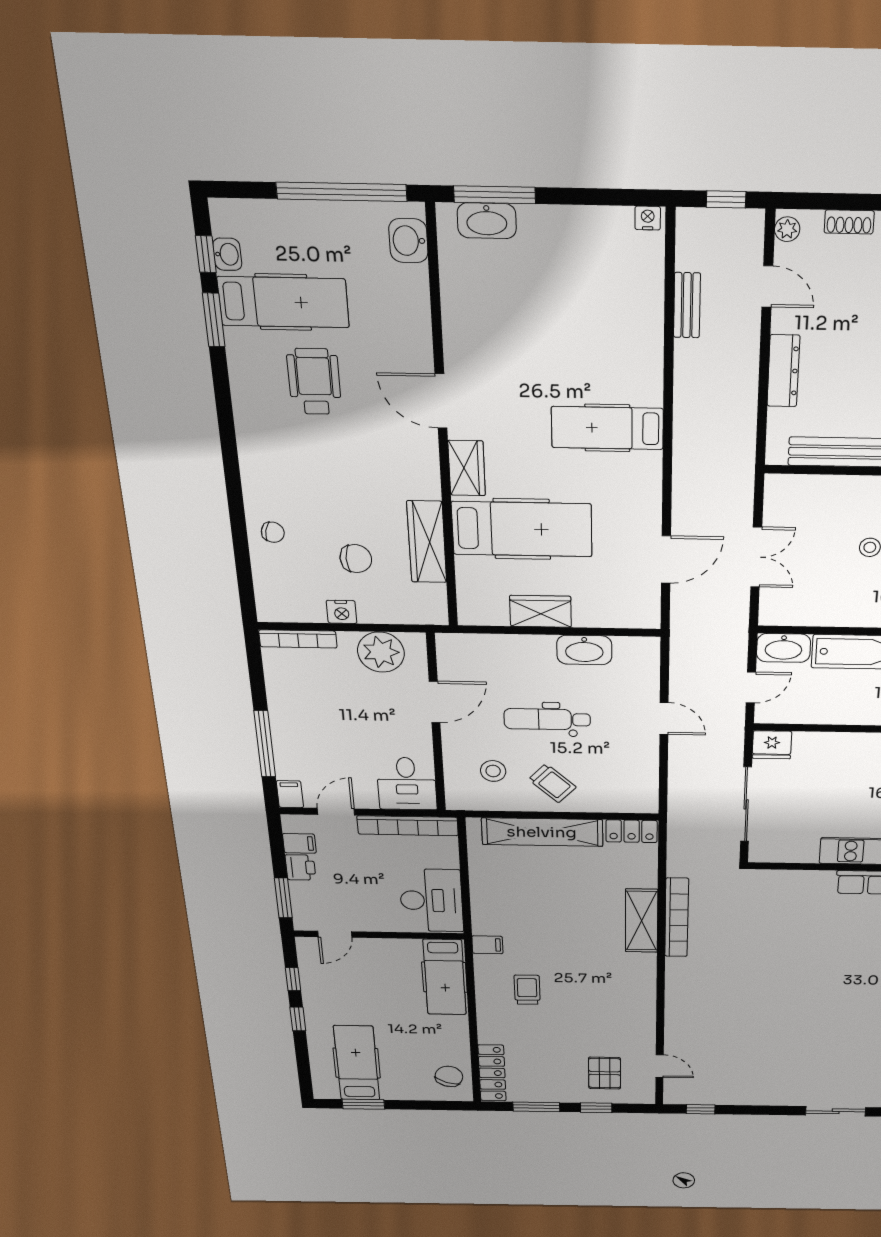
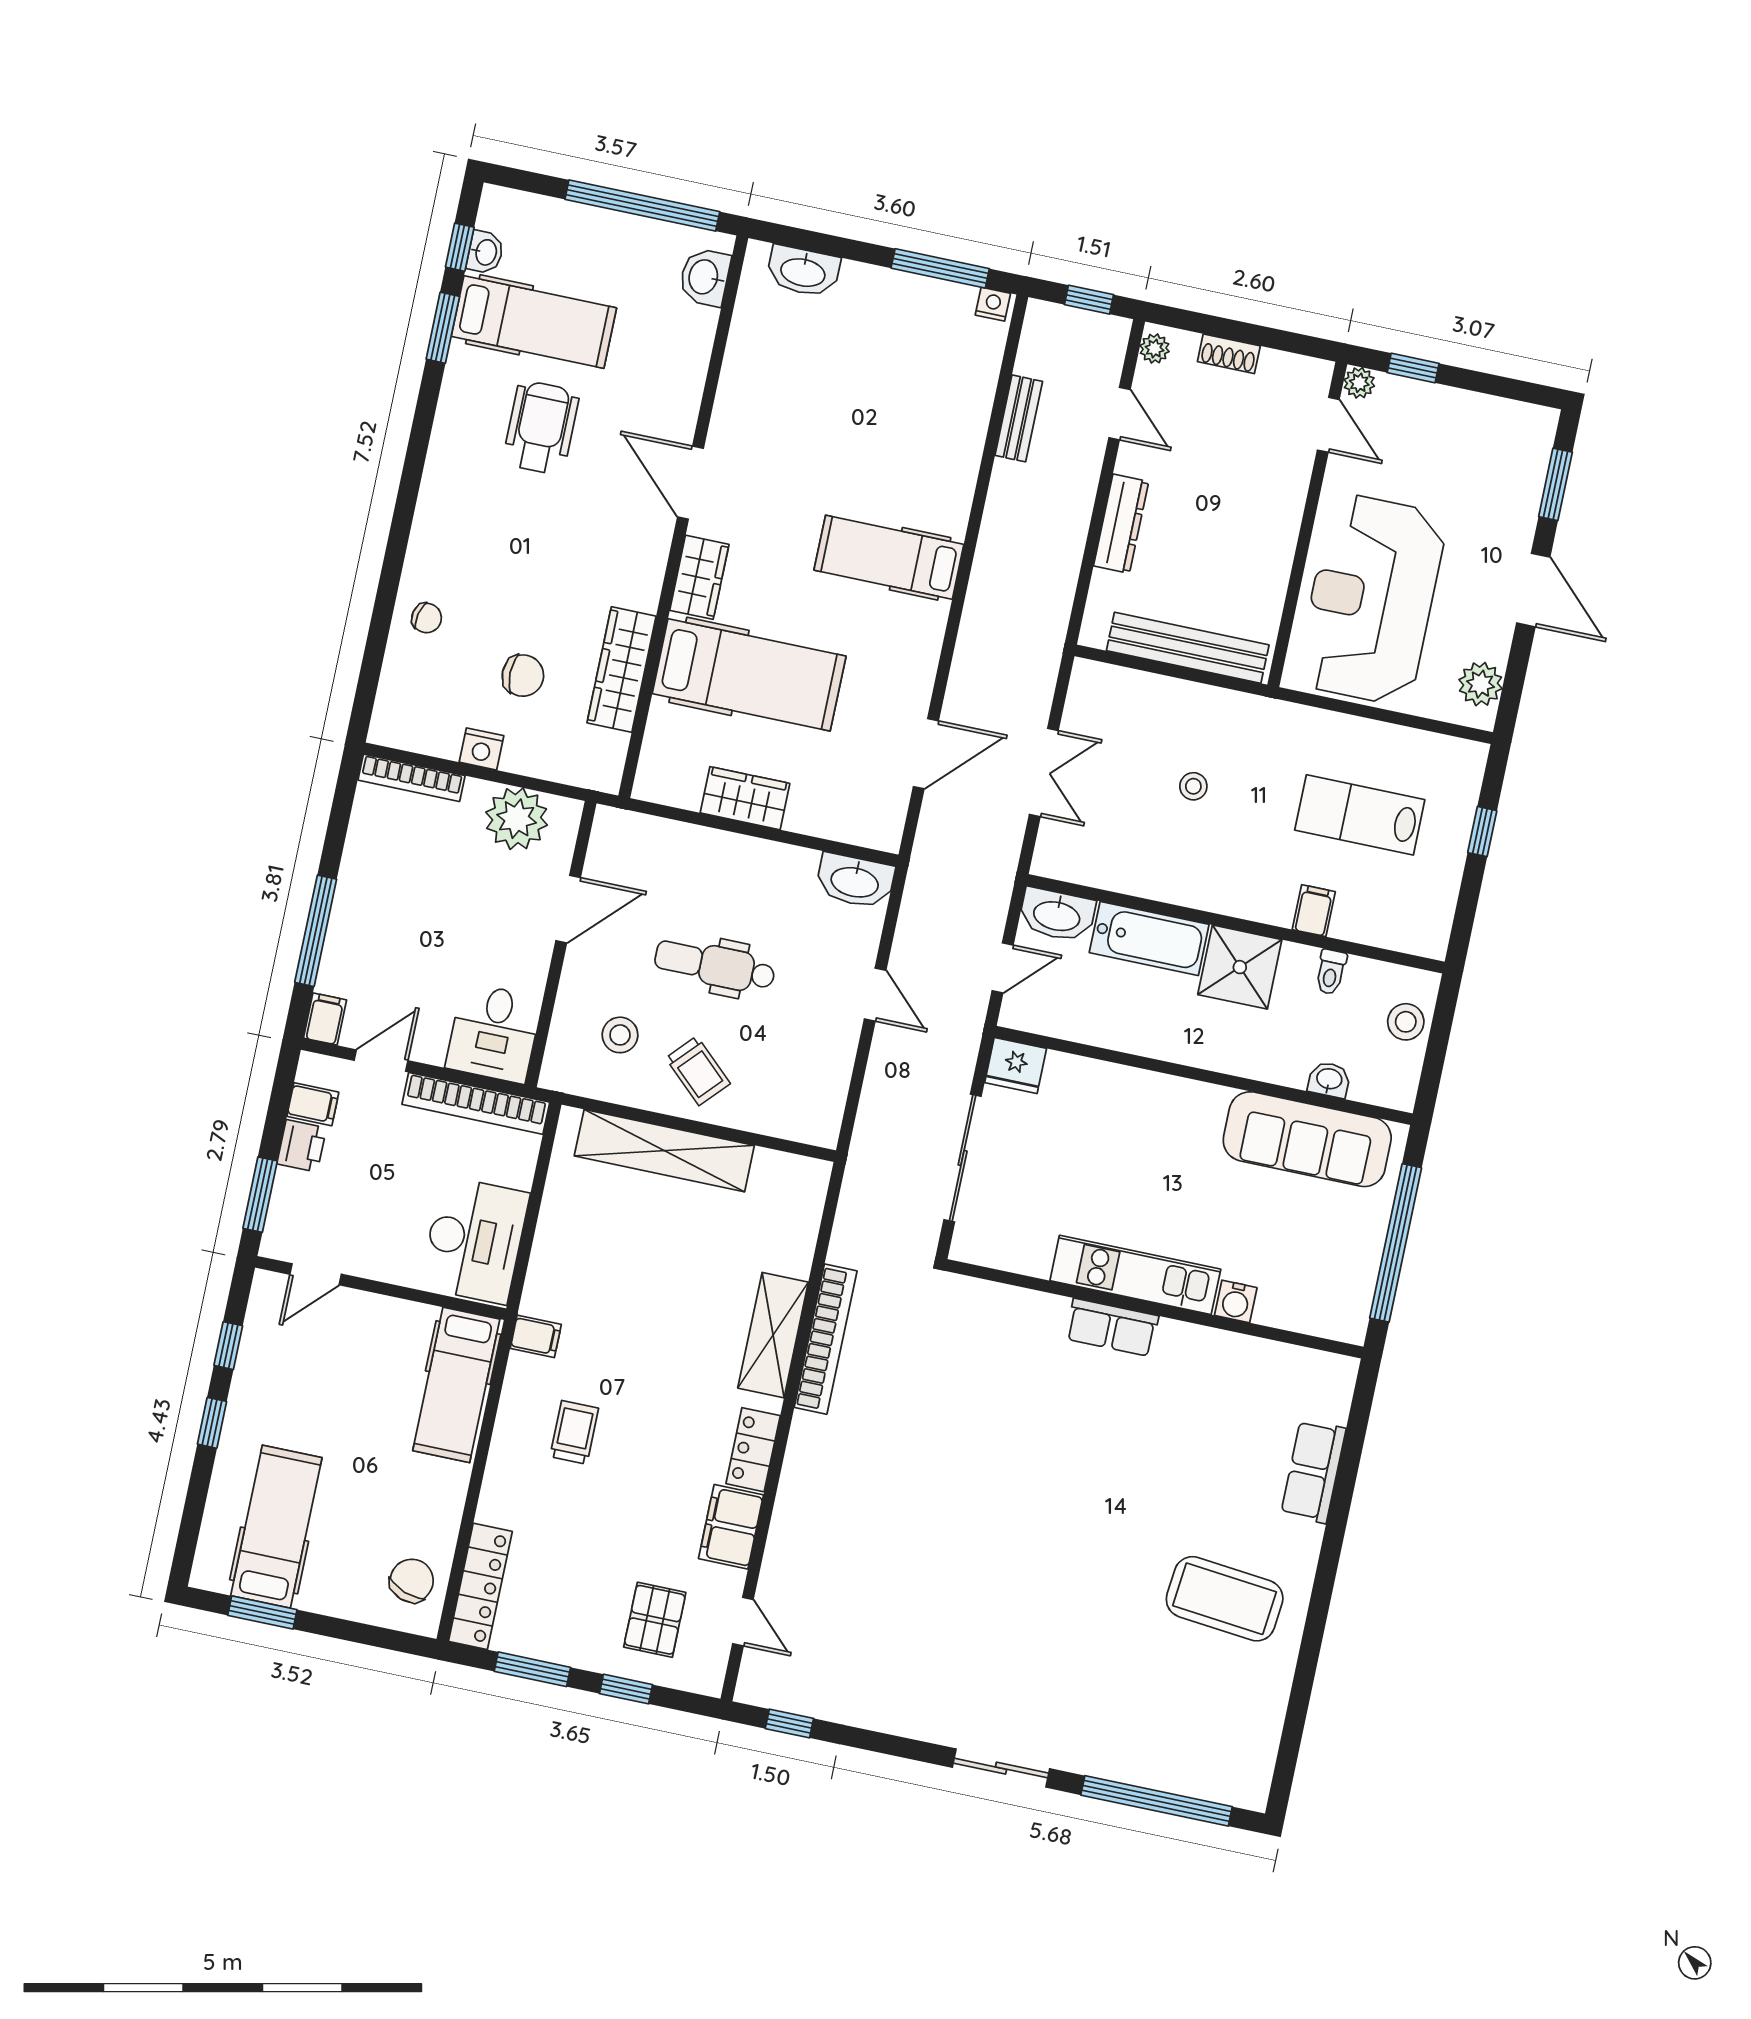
window: (495, 195) -> (940, 268), moved
washbasin: (584, 650) -> (855, 881), moved
locker: (632, 831) -> (753, 1450), moved, turned 90
filing cabinet: (640, 1022) -> (731, 1527), added

